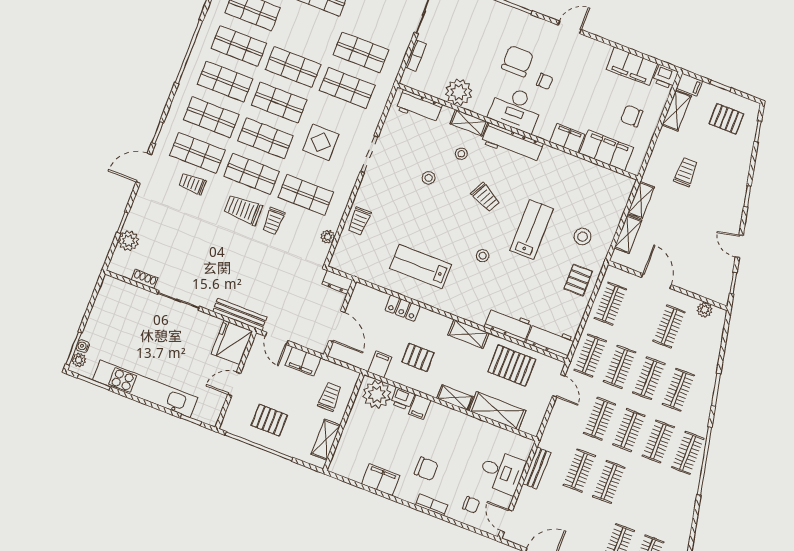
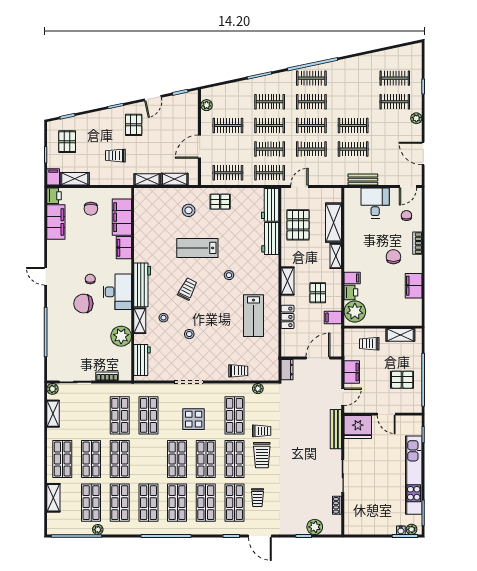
shop shelf: (293, 67) -> (120, 459), moved
pallet: (715, 210) -> (134, 125), added
shelving: (469, 334) -> (288, 281), moved
pallet: (269, 420) -> (402, 380), turned 90

